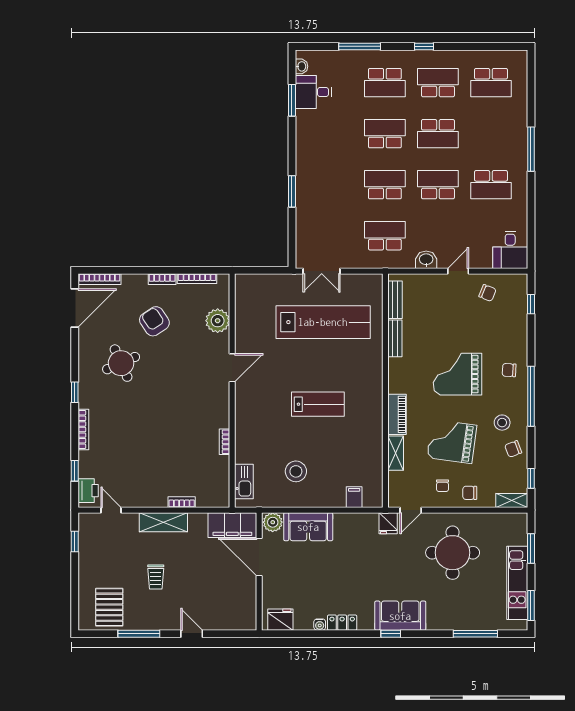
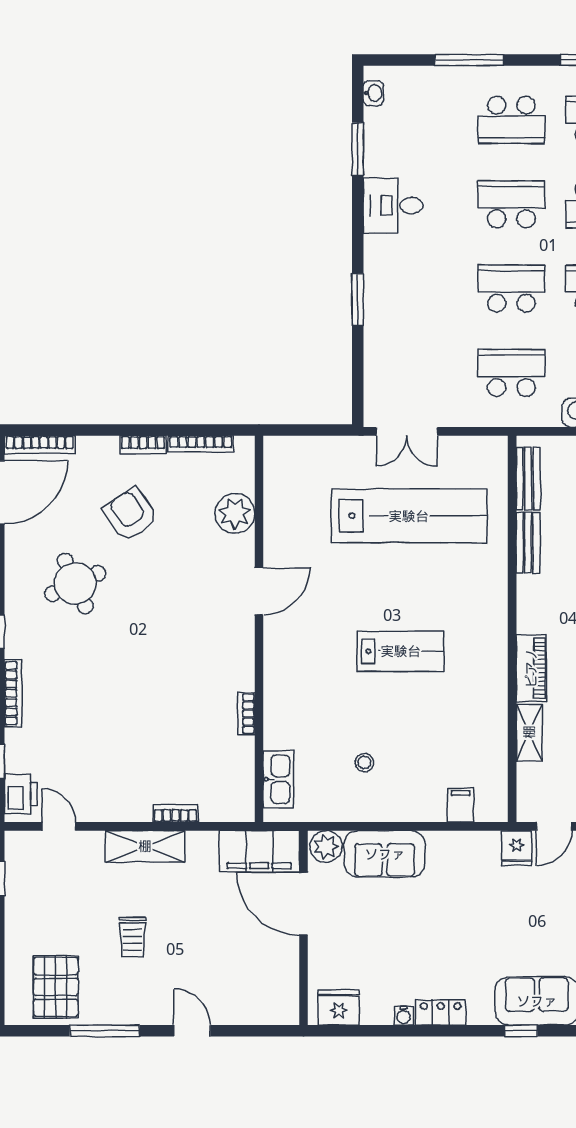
desk: (313, 92) -> (393, 206), moved
stool: (296, 471) -> (364, 762), width x0.53, depth x0.53

